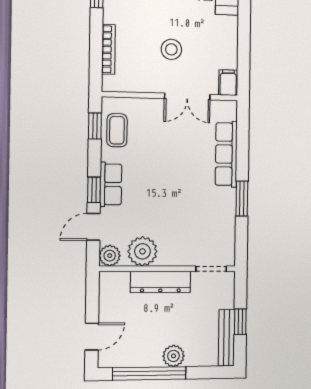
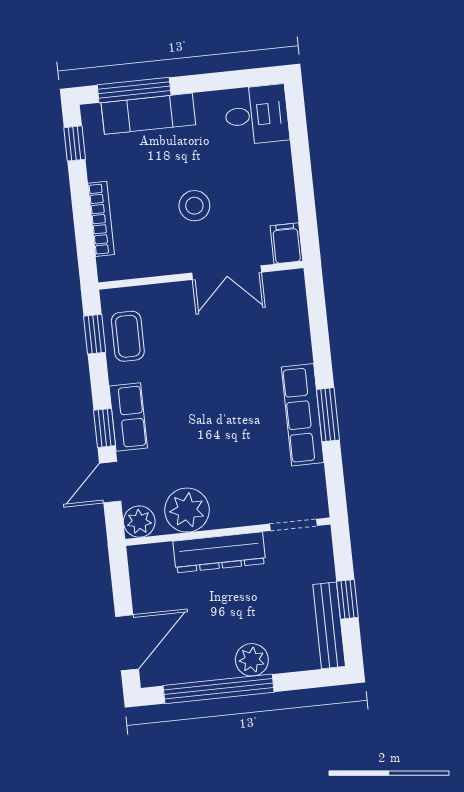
row of seats: (226, 154) -> (303, 415), moved
door: (92, 337) -> (127, 643), width x1.38

